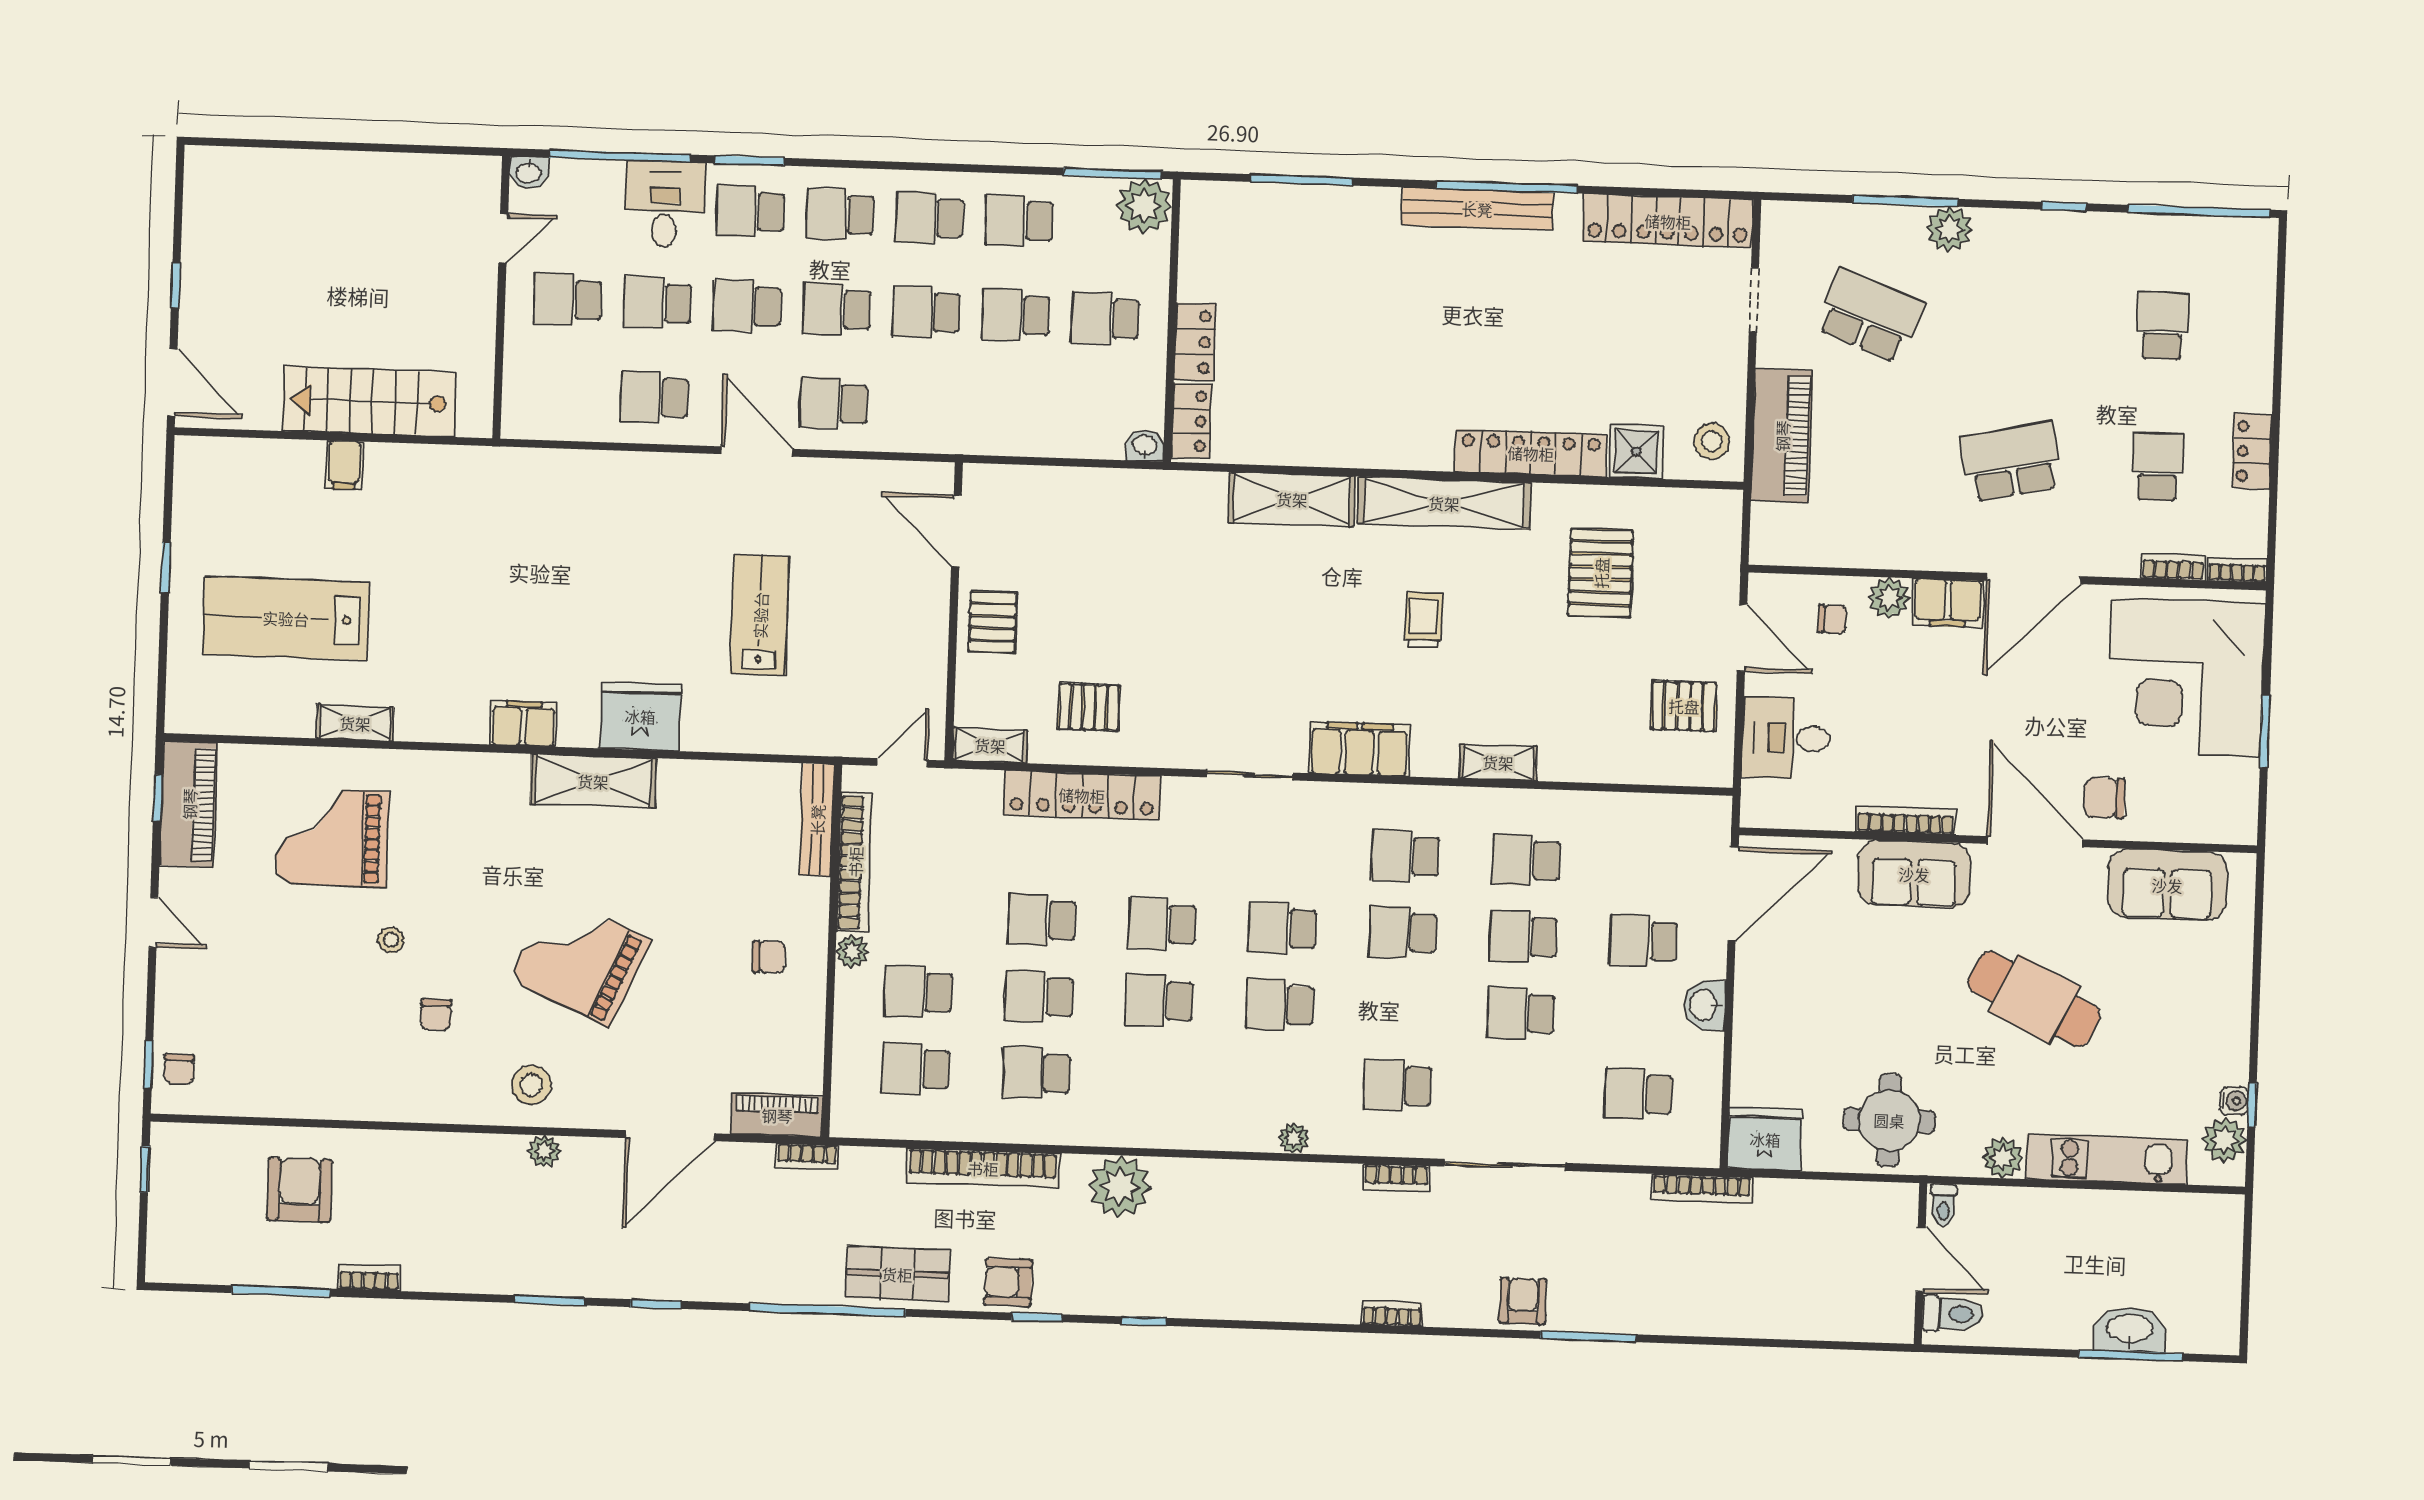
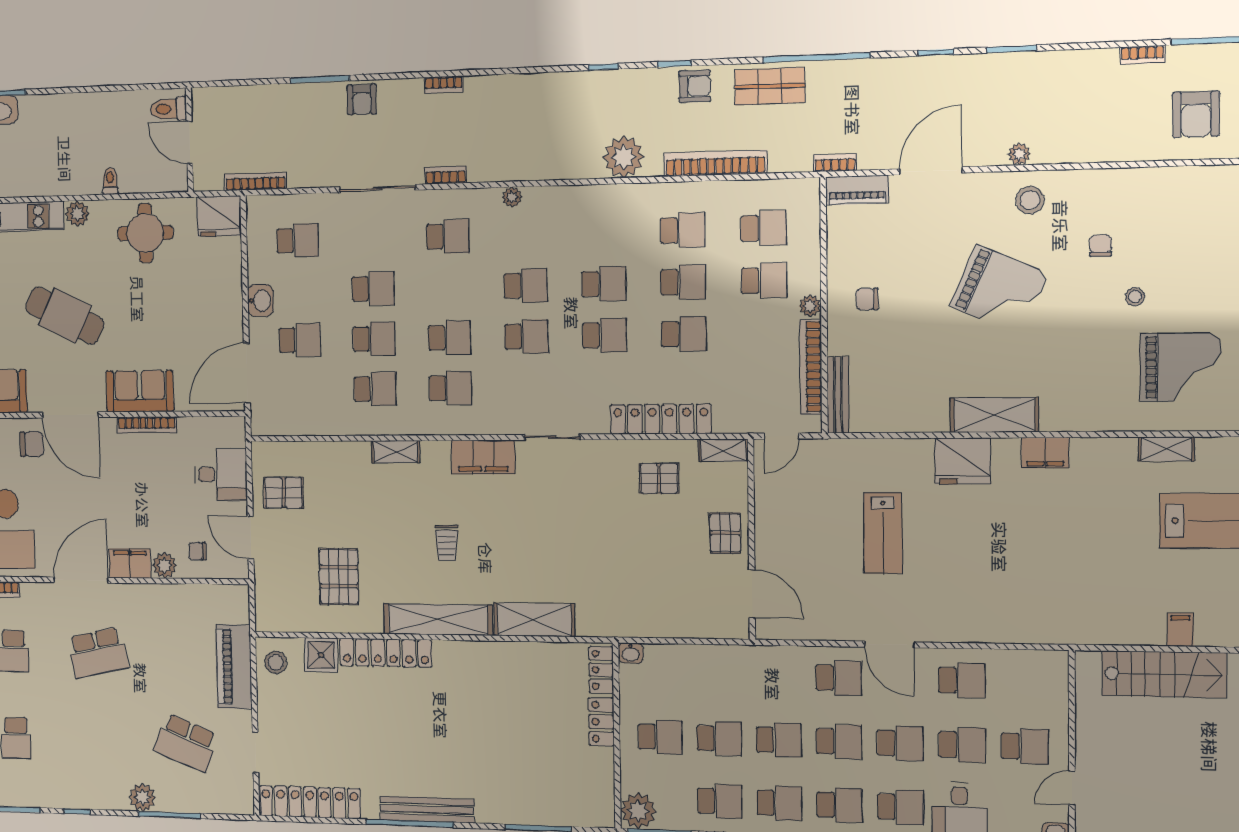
door: (1921, 1260) -> (190, 142), moved
wall: (1920, 1264) -> (190, 140), moved
toilet: (1953, 1314) -> (168, 109), moved

